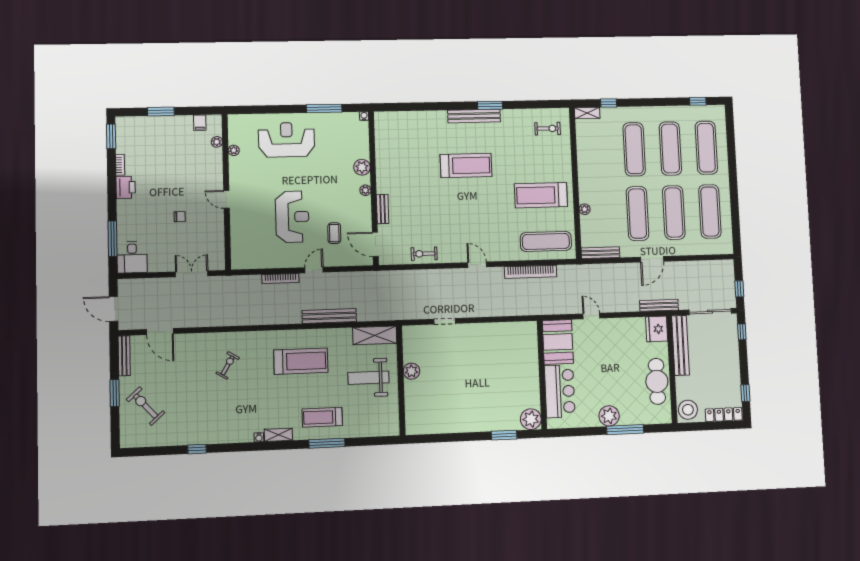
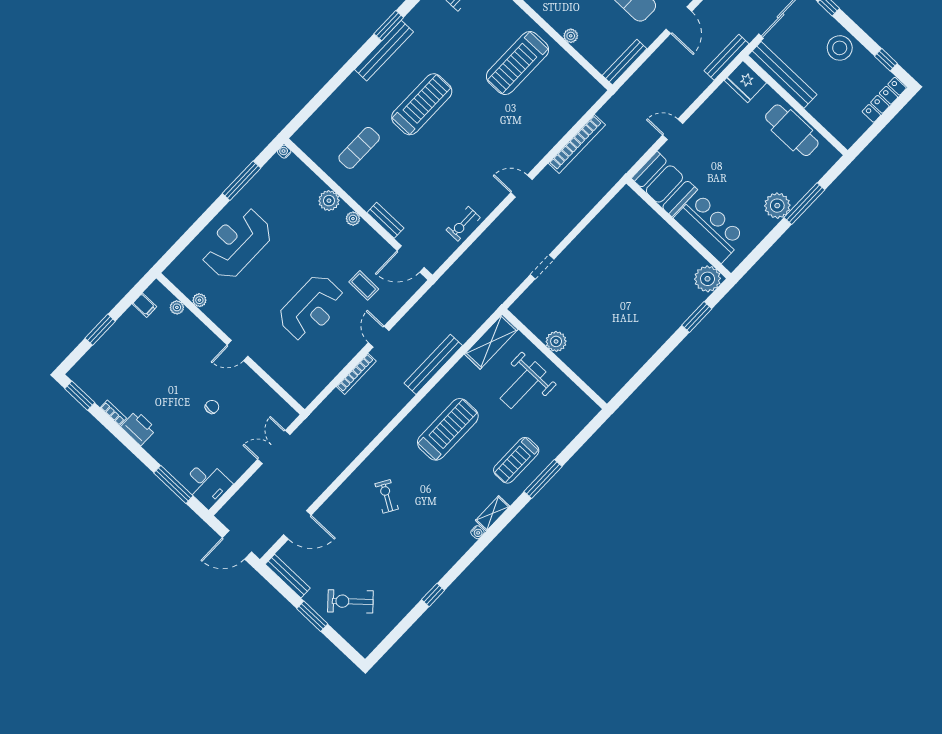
reception desk: (292, 217) -> (311, 308), turned 90
exercise mat: (546, 241) -> (359, 148), moved, width x0.73, depth x0.69
stool: (688, 410) -> (840, 48), moved

